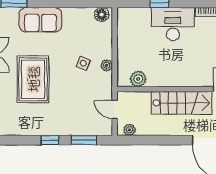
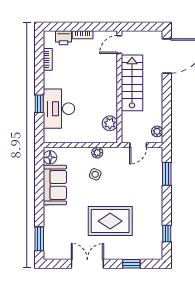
sofa: (40, 20) -> (55, 185), moved
desk: (173, 24) -> (59, 109), moved
window: (50, 140) -> (167, 233), moved

